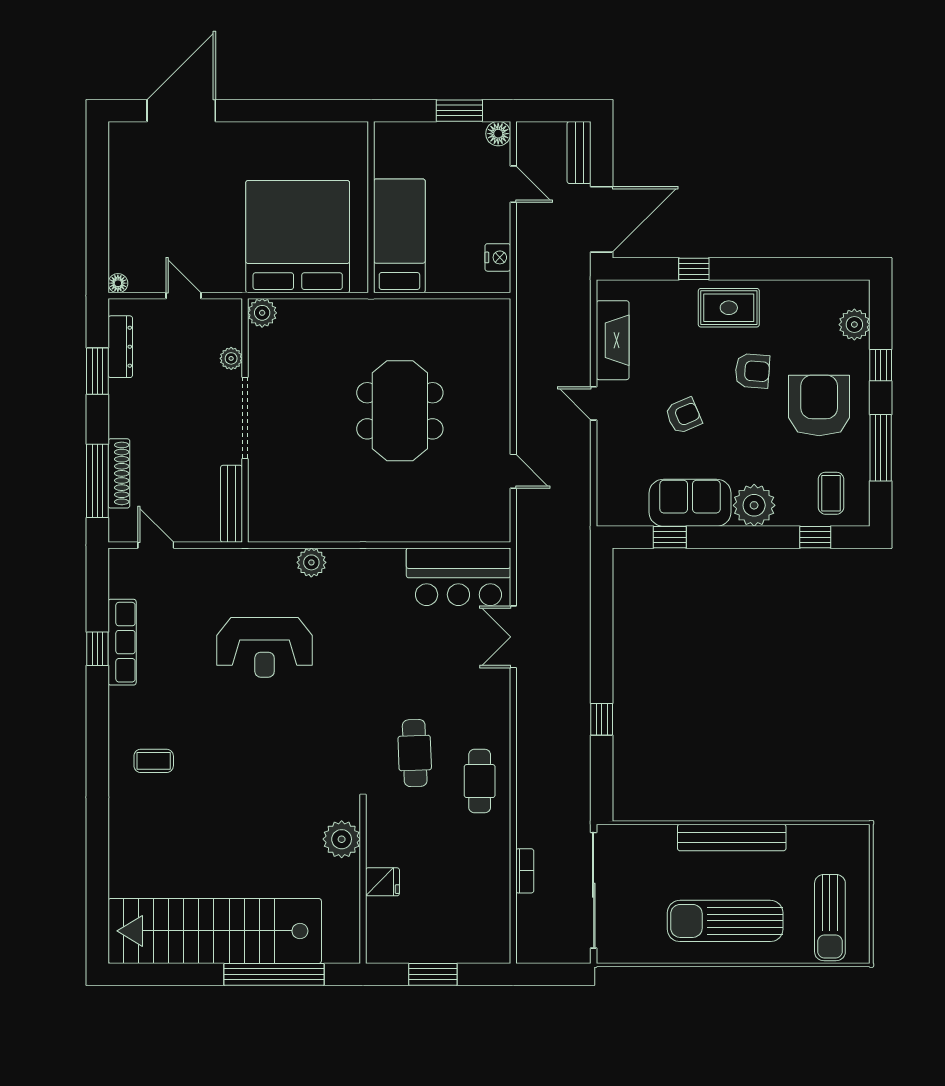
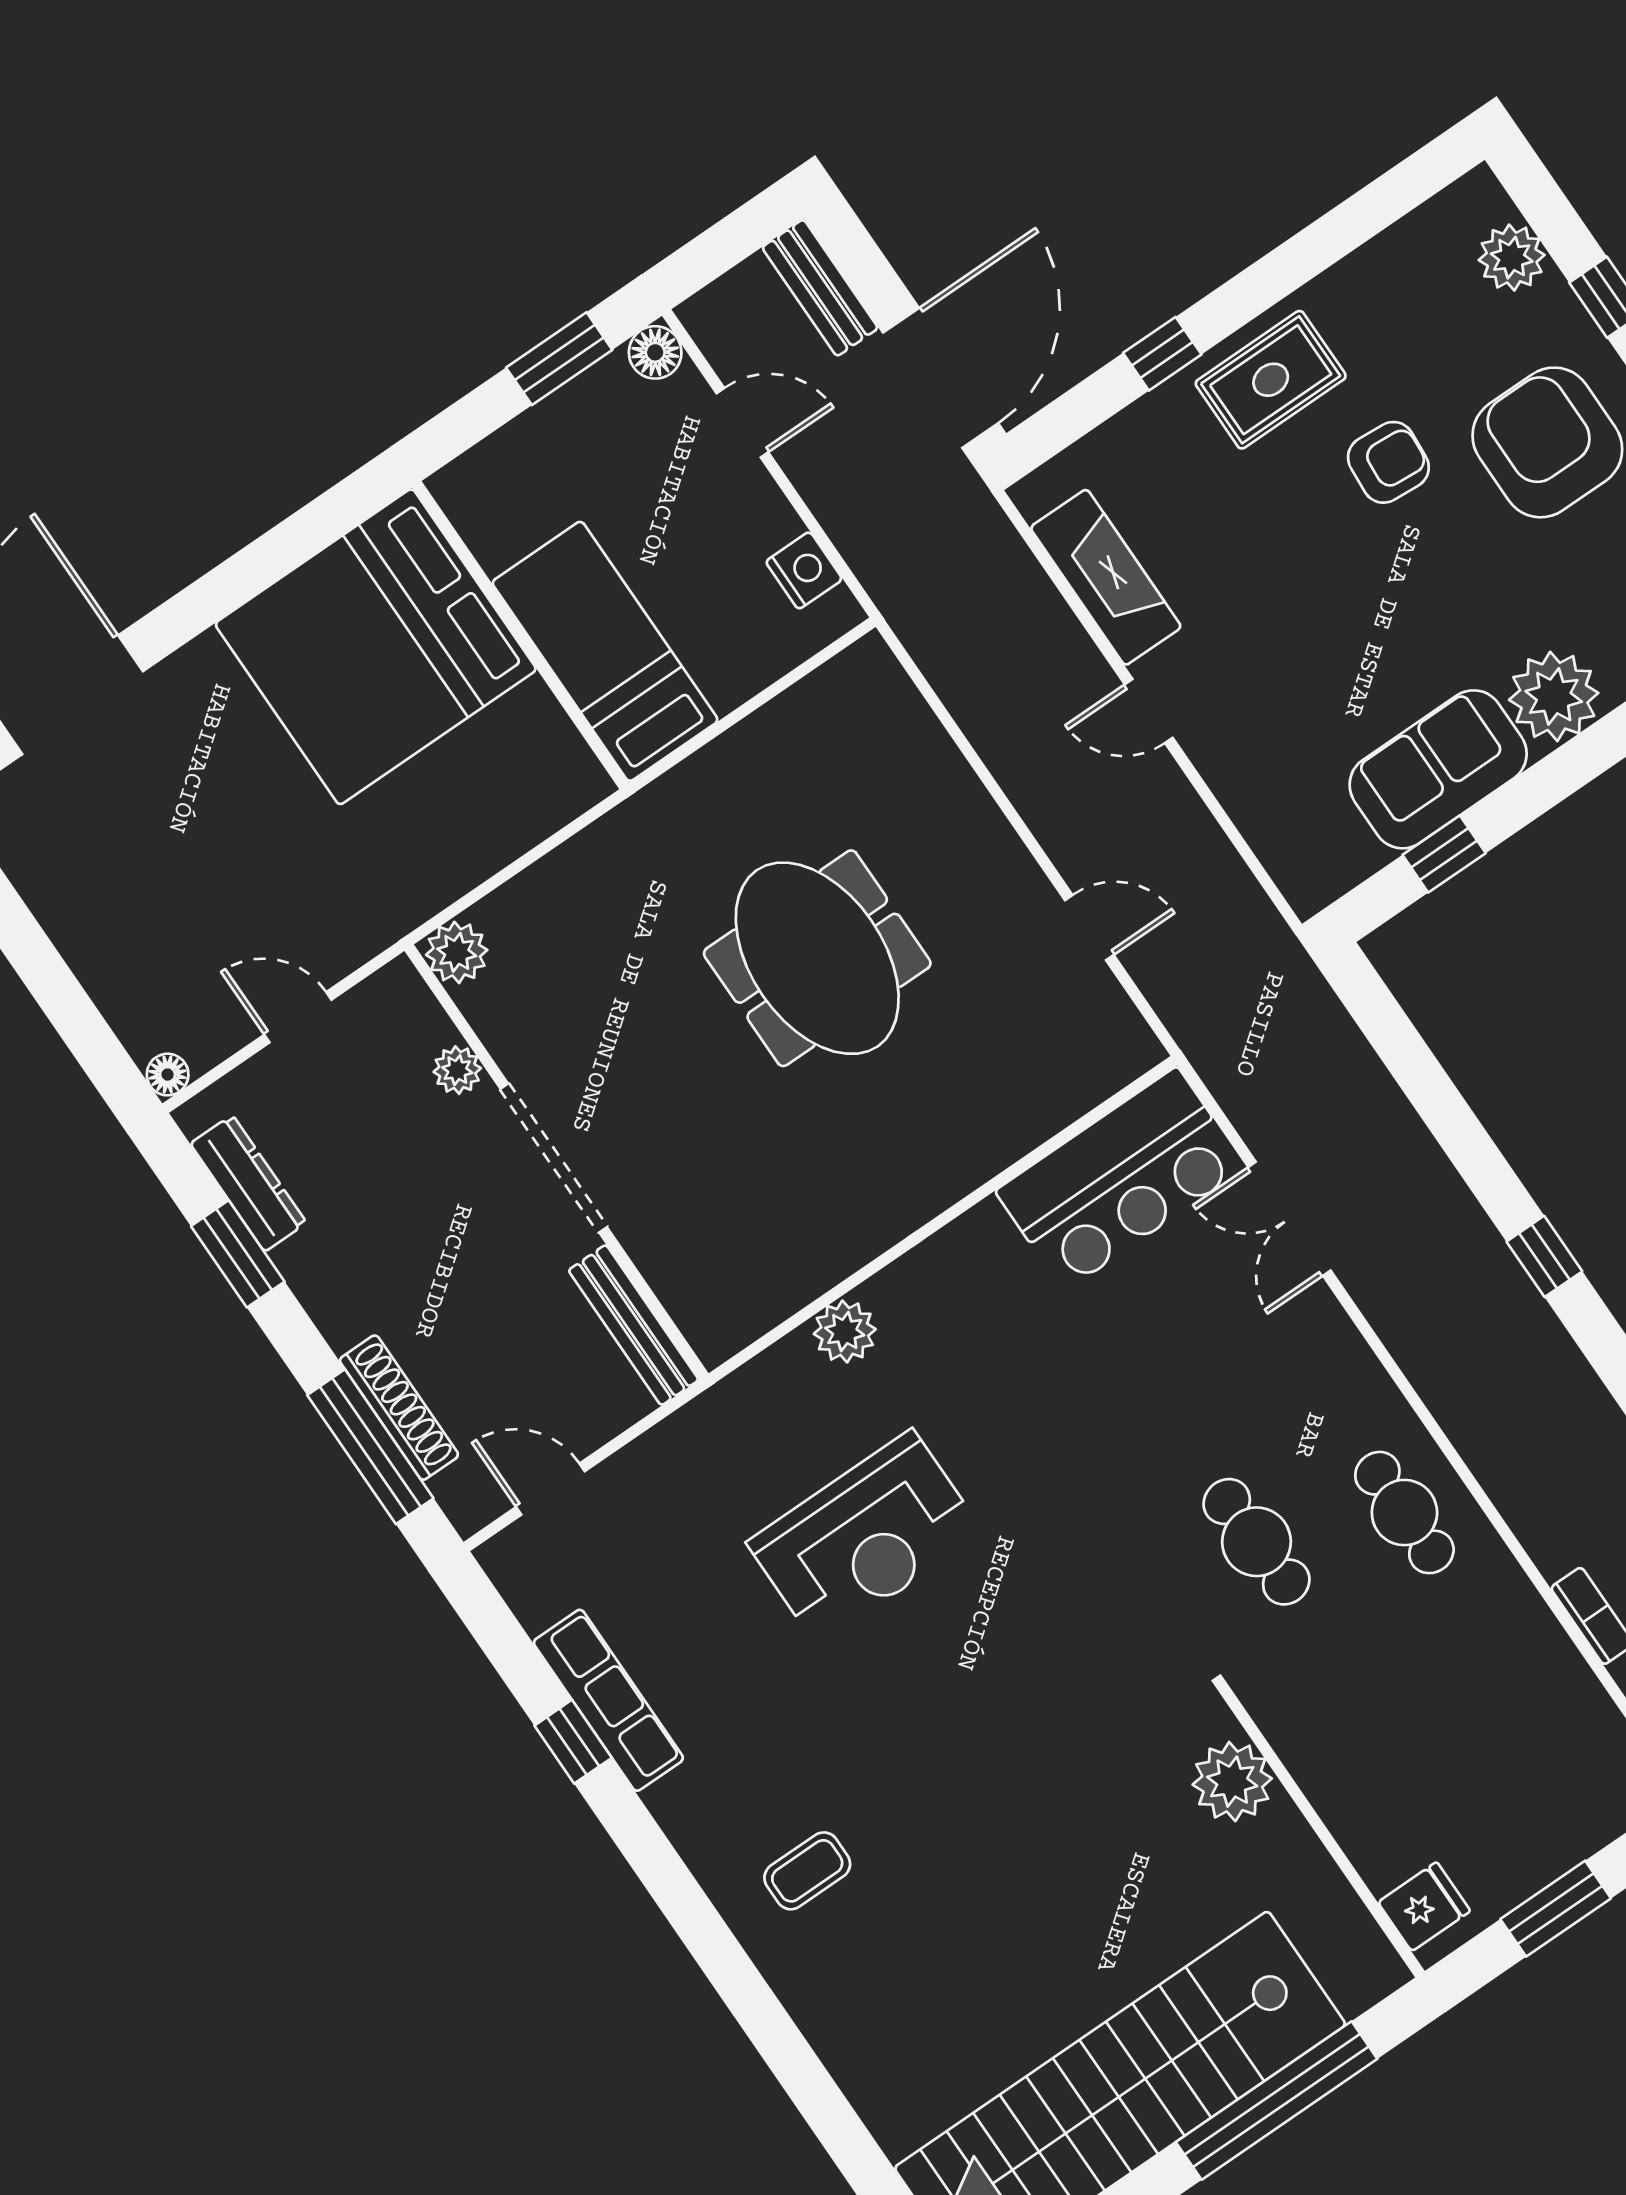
bed: (298, 237) -> (376, 647), moved, turned -90
armchair: (683, 416) -> (1321, 624), removed
fridge: (383, 882) -> (1424, 1907), moved

